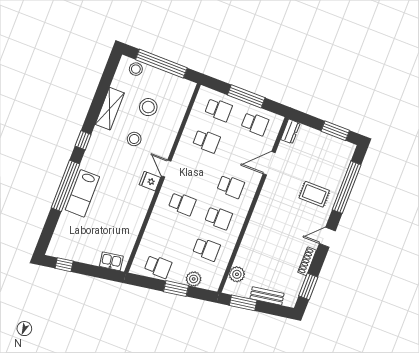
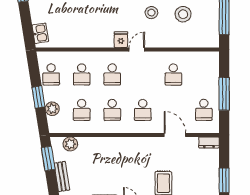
school desk: (218, 110) -> (82, 74), moved

